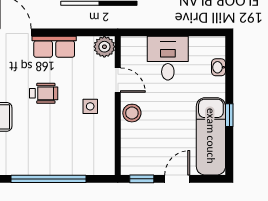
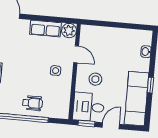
row of seats: (54, 47) -> (46, 28), moved
desk: (168, 58) -> (89, 107), moved, turned -90
wheelchair: (44, 93) -> (32, 103), moved
stool: (132, 113) -> (95, 79), moved

